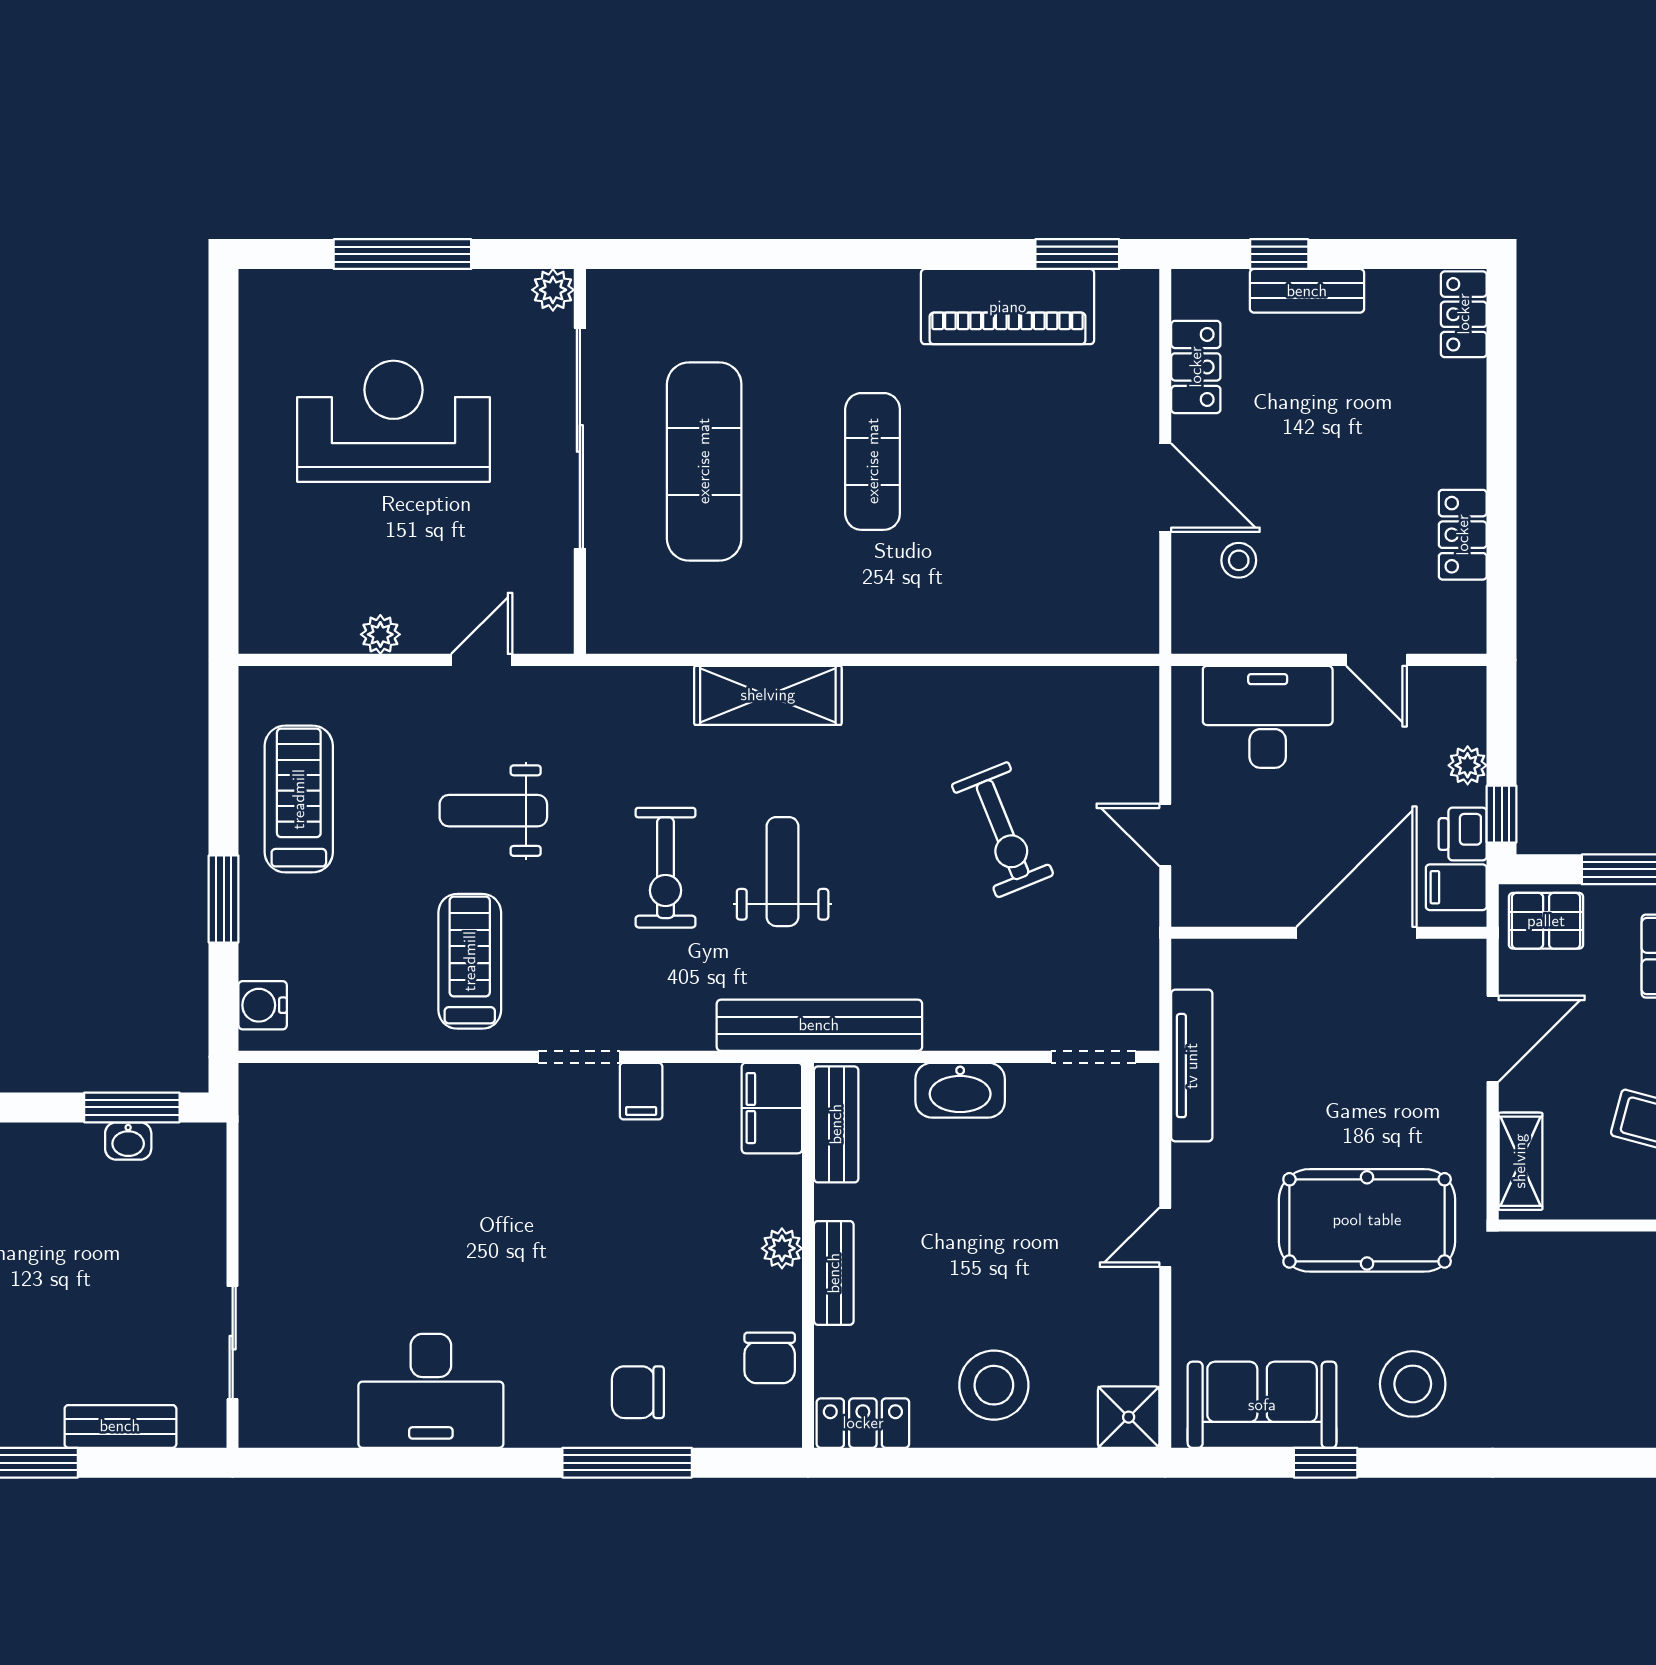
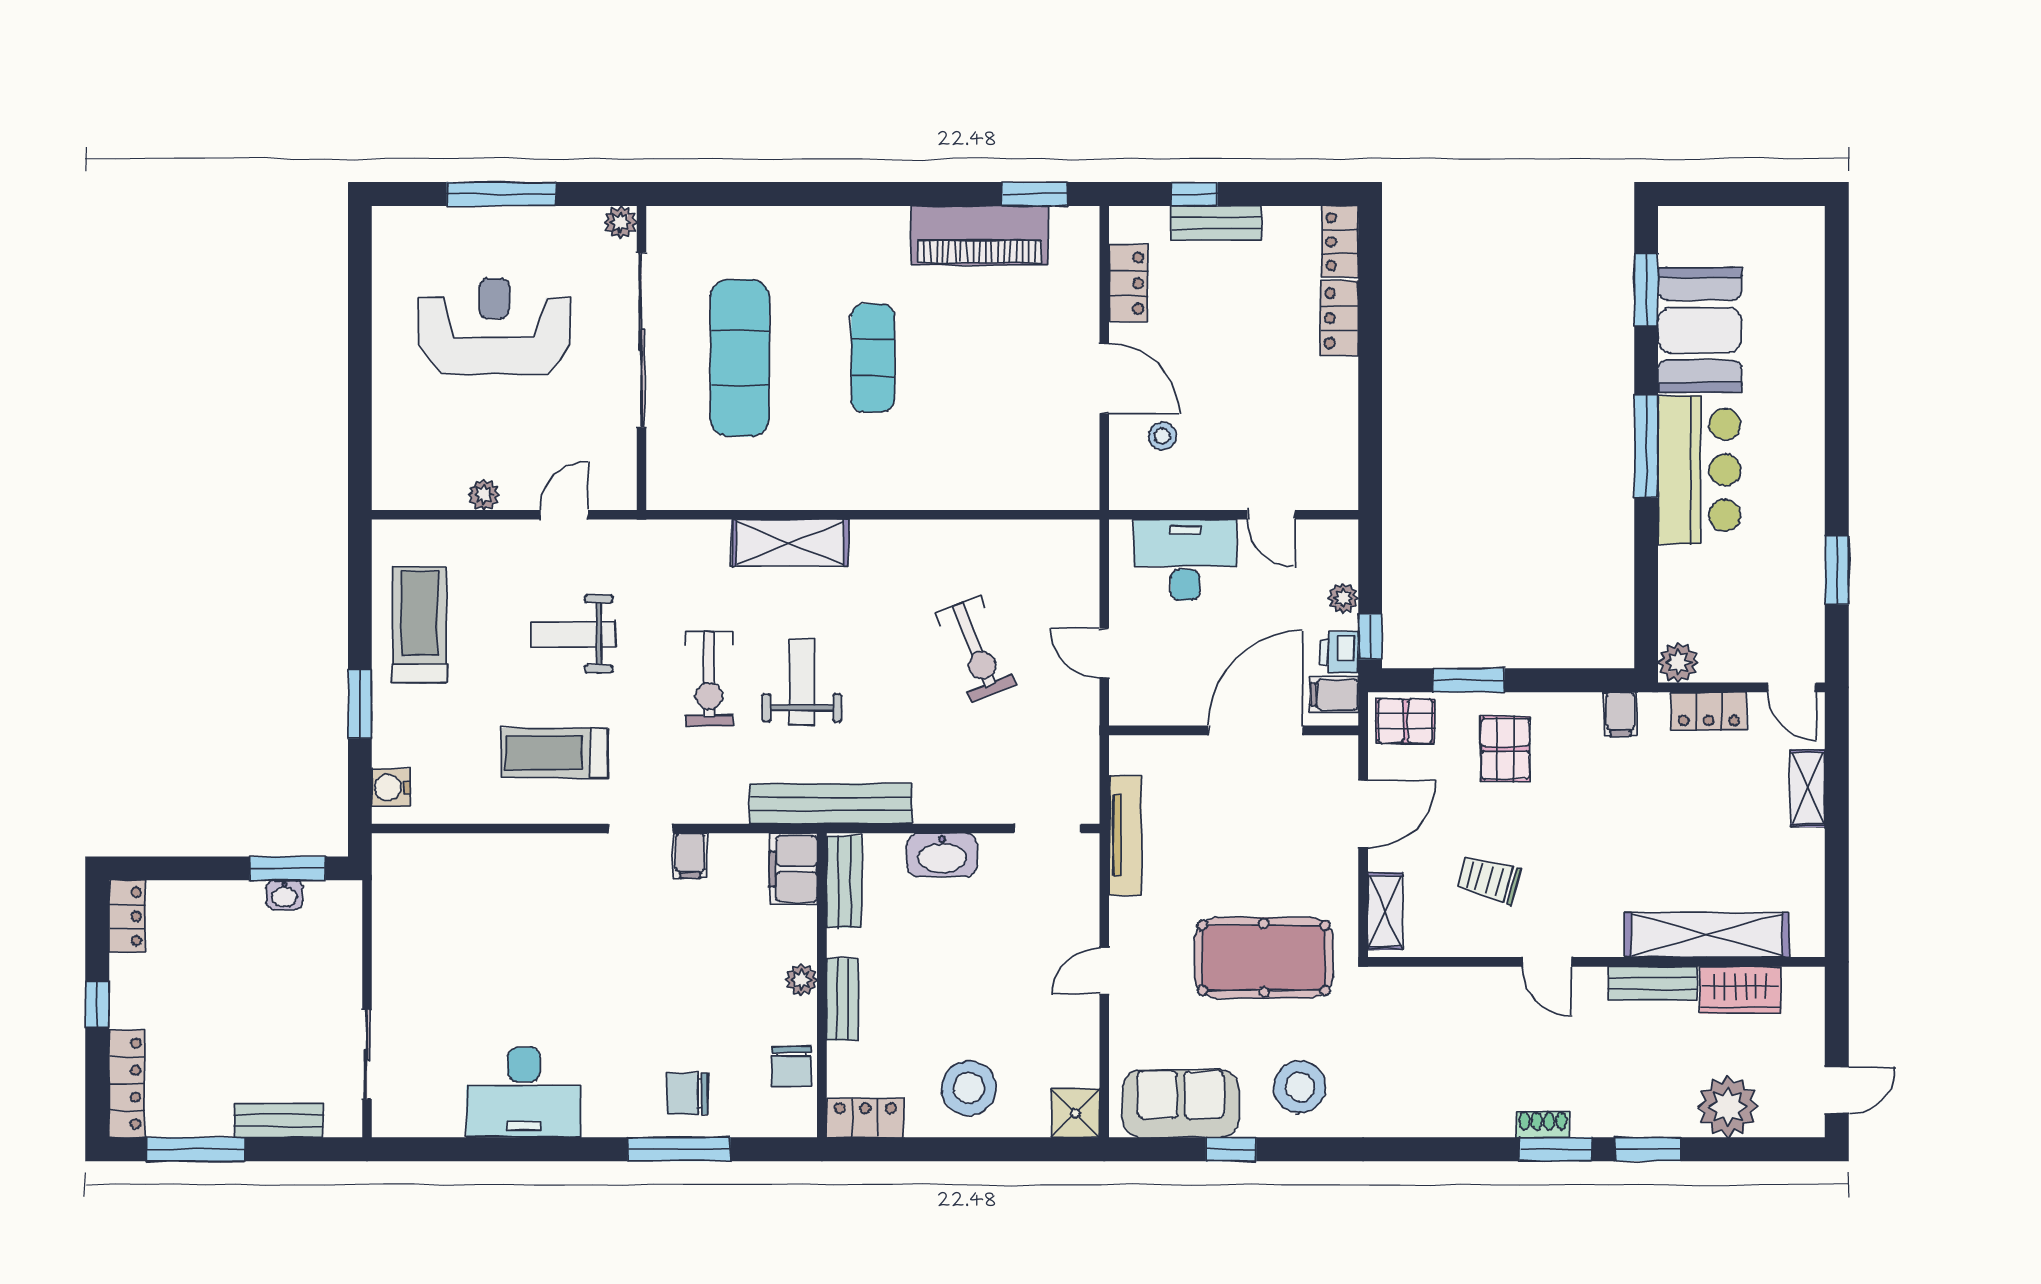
locker: (1463, 535) -> (1339, 318), moved
treadmill: (470, 961) -> (554, 753), turned -90

